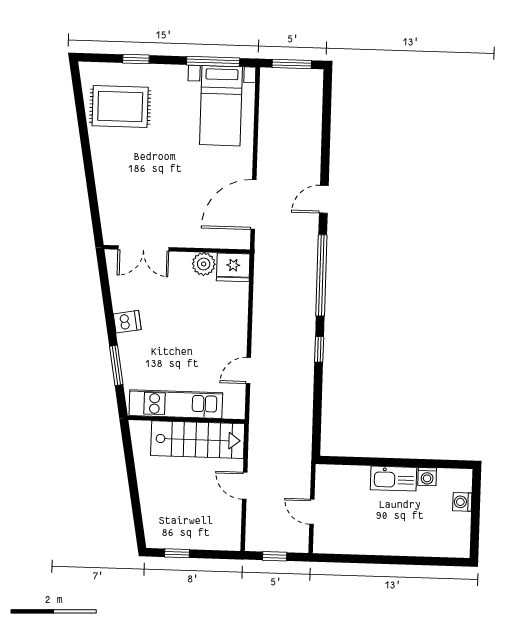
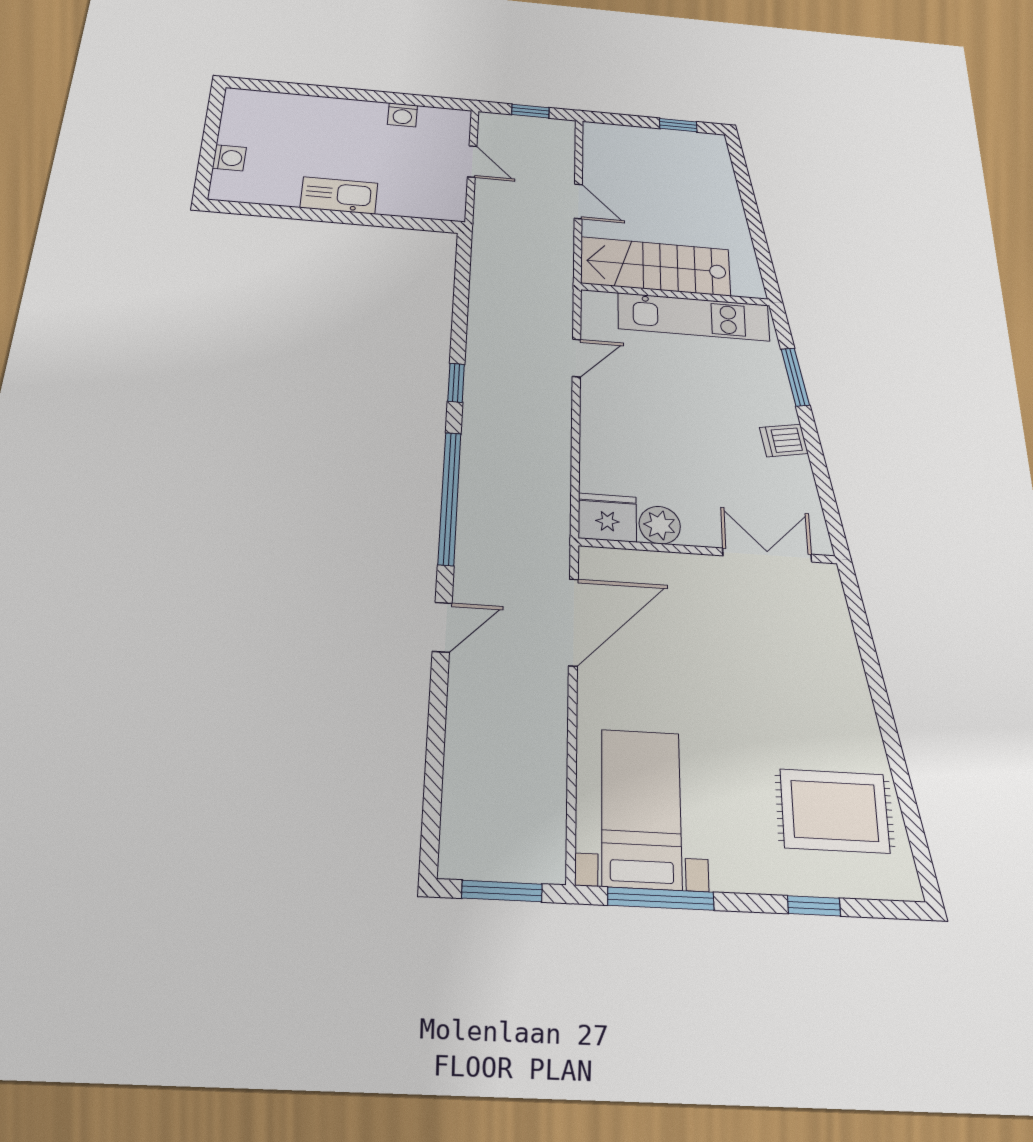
washing machine: (427, 477) -> (402, 115), moved, turned 180

